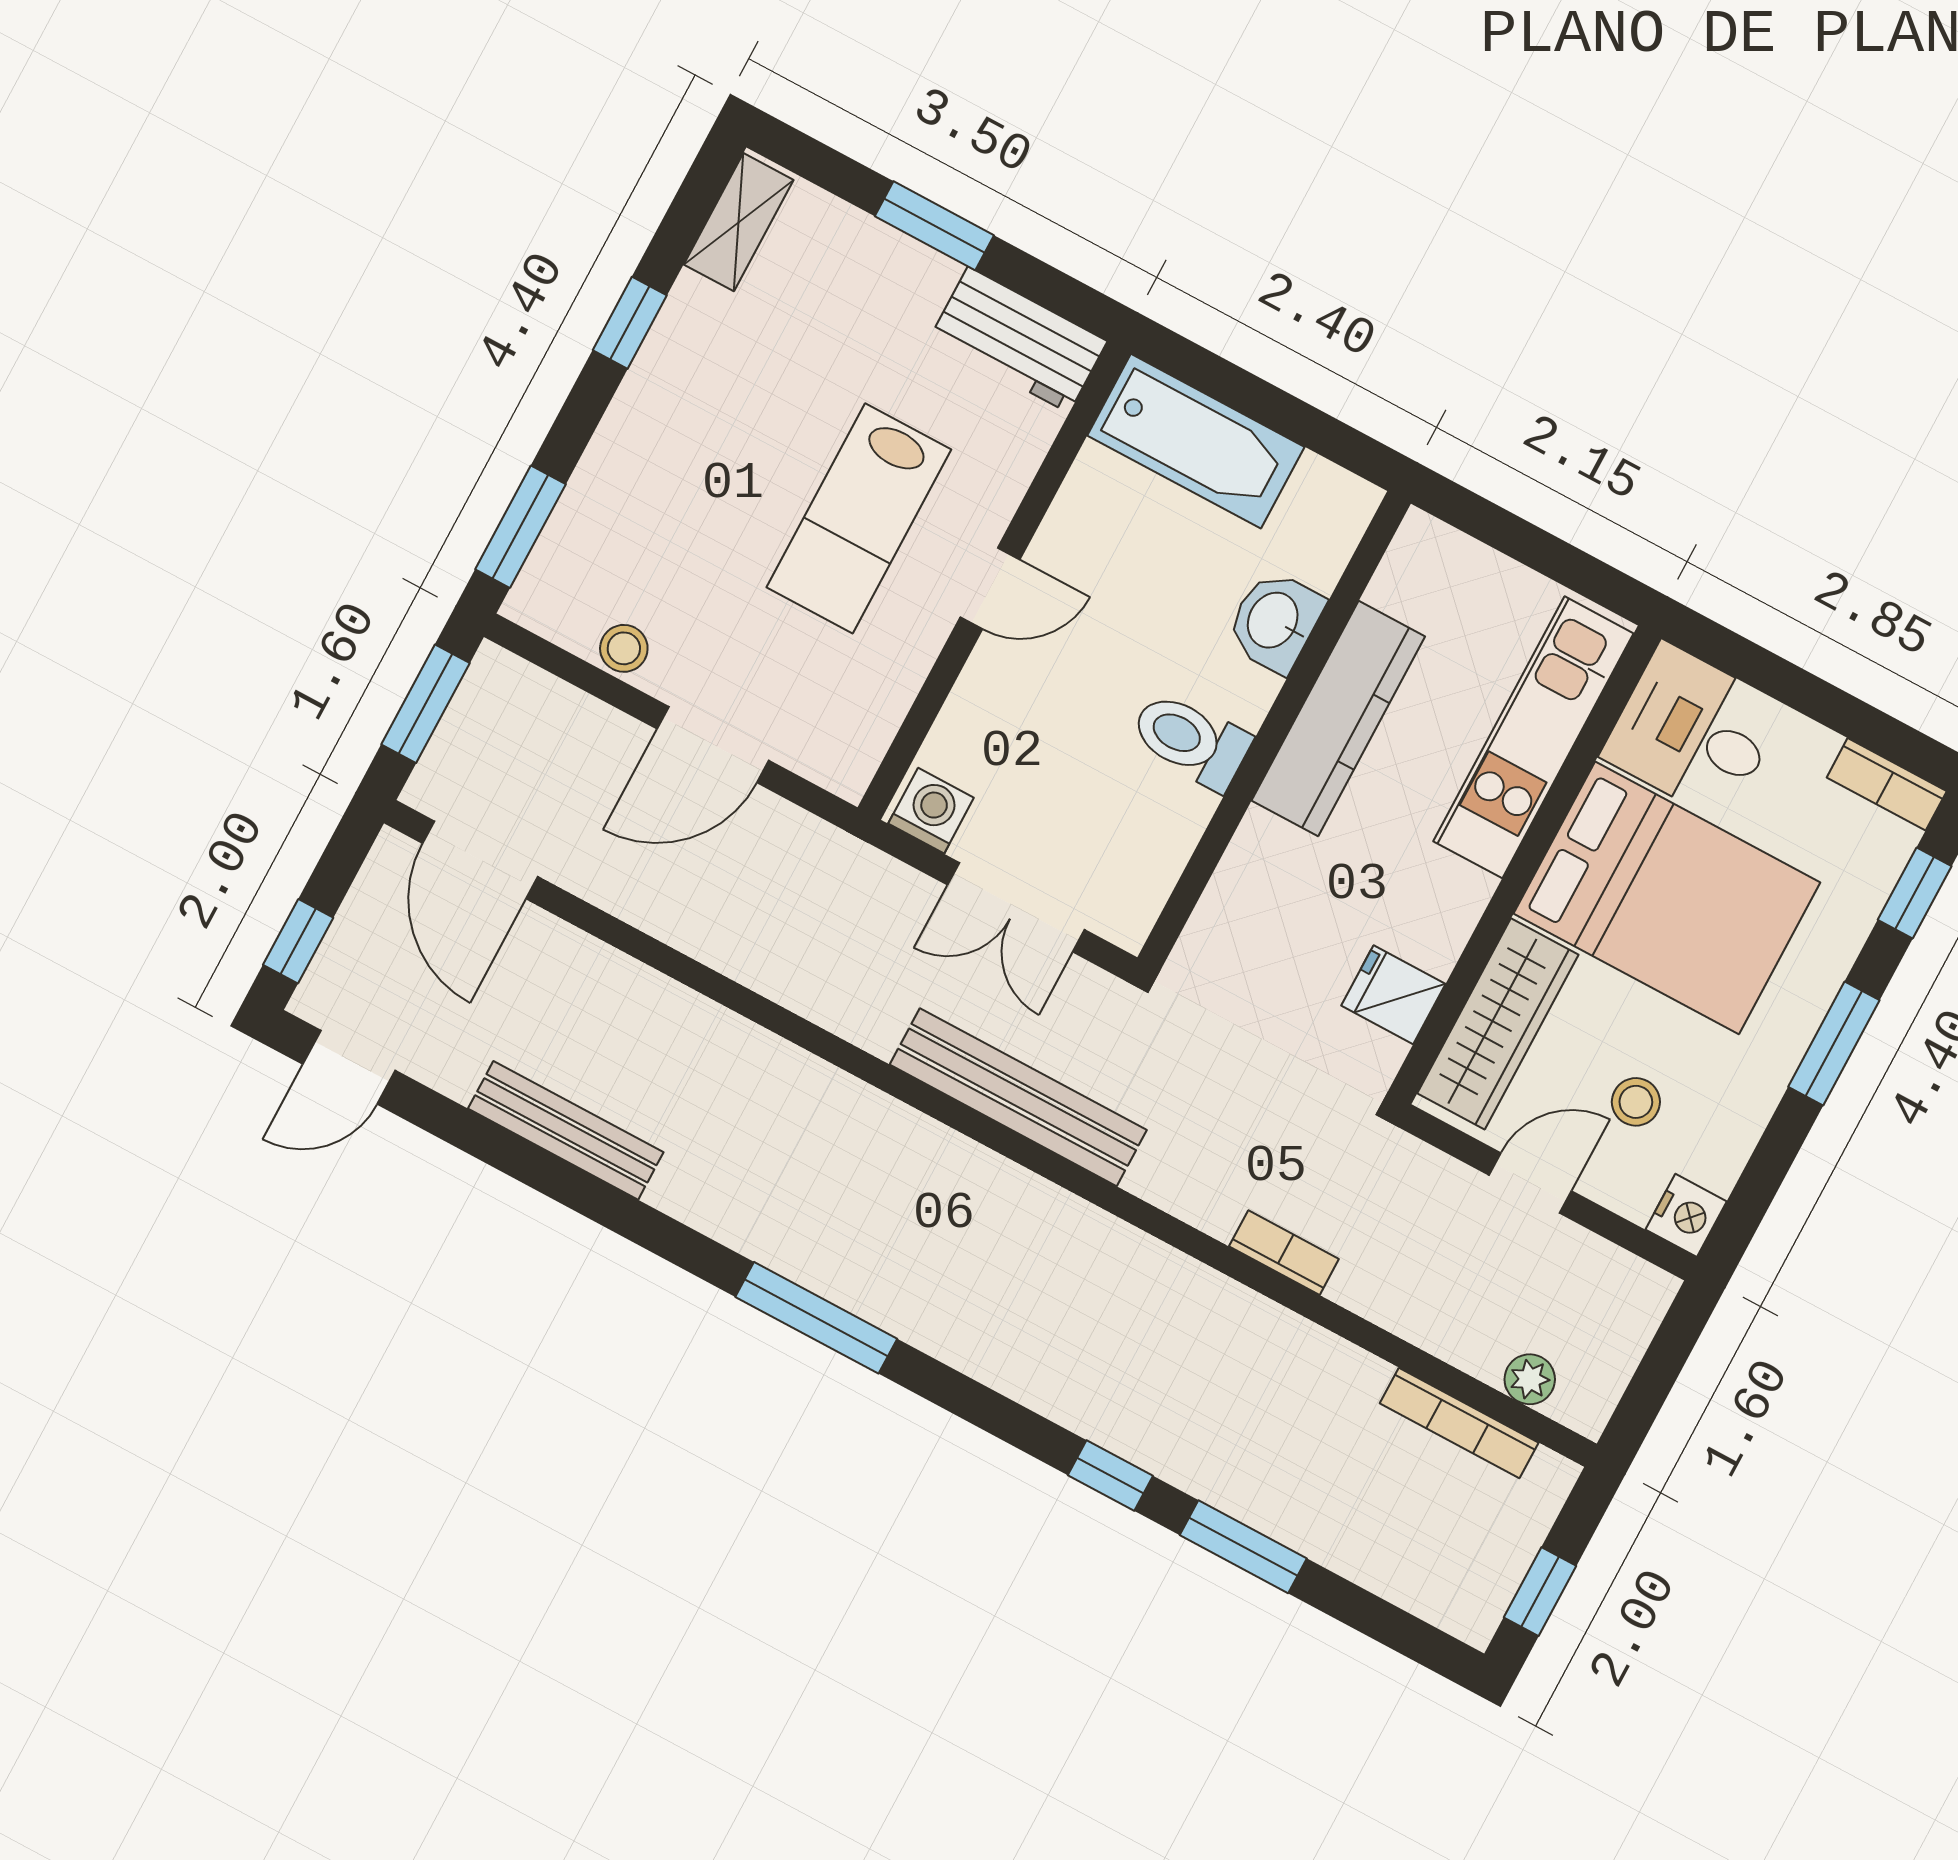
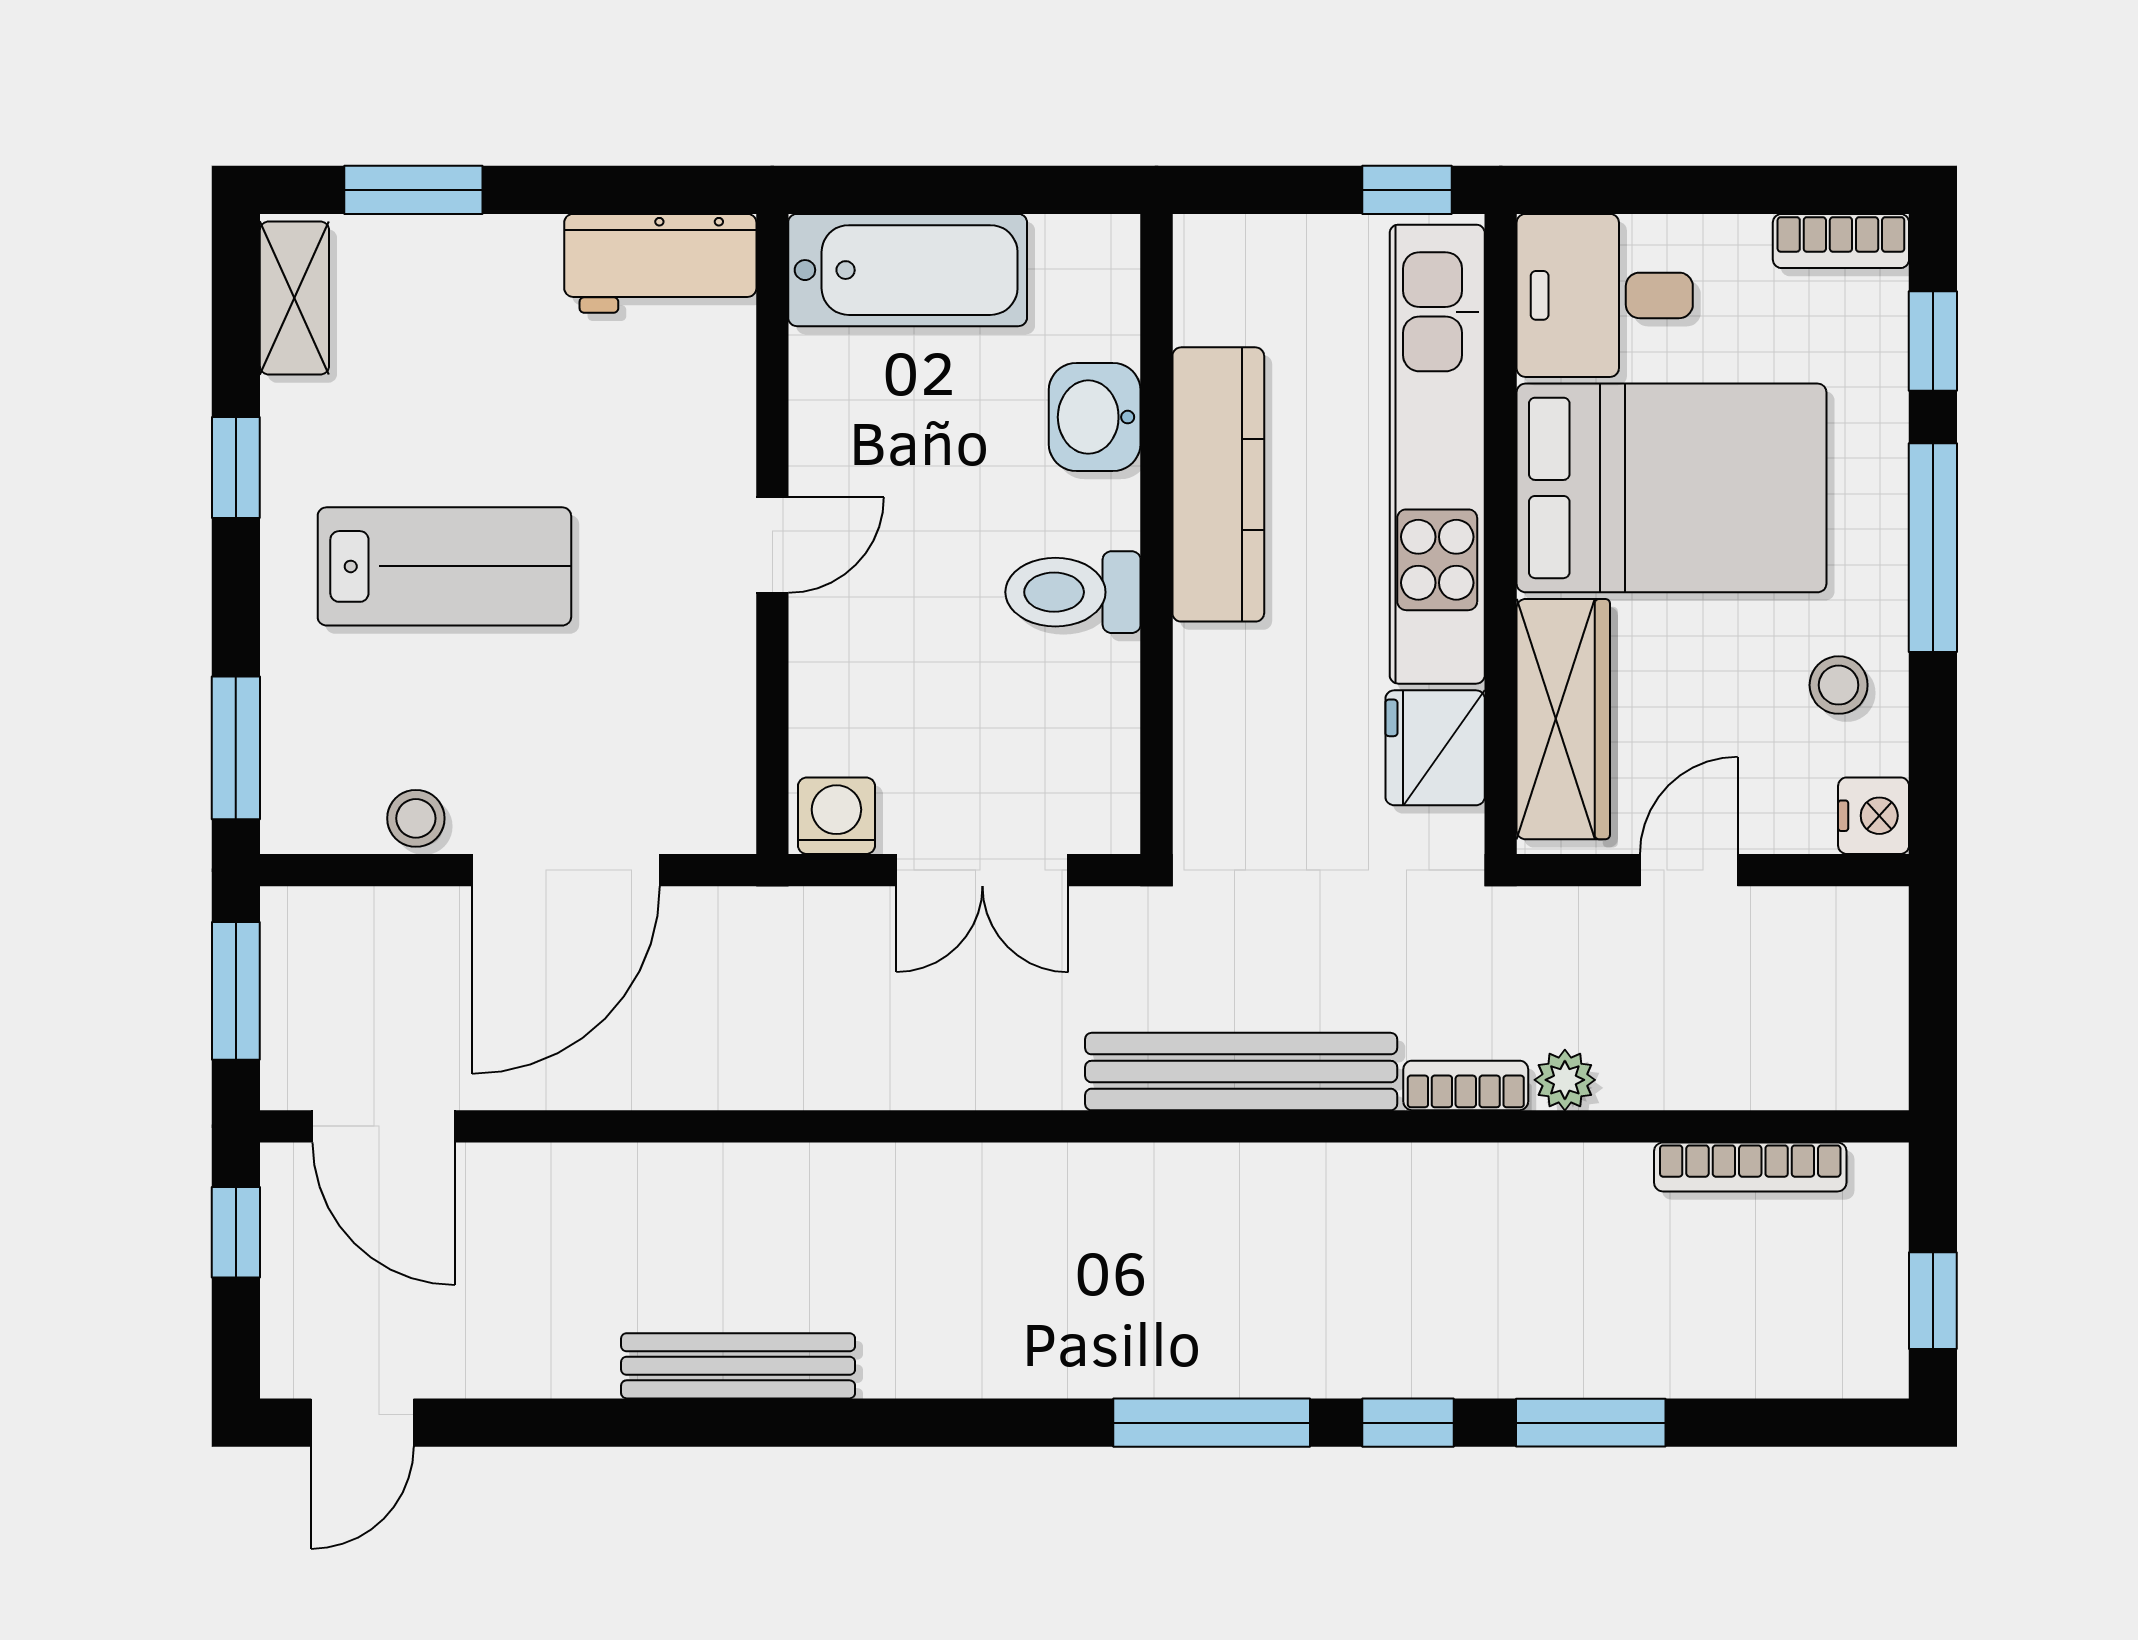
window: (934, 226) -> (413, 190), moved
lab bench: (859, 518) -> (444, 566), moved, turned -90
window: (1591, 578) -> (1407, 190), added
kitchen unit: (1533, 737) -> (1437, 454), width x1.36
door: (713, 745) -> (566, 870), width x1.36
window: (298, 941) -> (236, 1232), moved
fridge: (1393, 995) -> (1435, 748), width x1.38
window: (1834, 1043) -> (1933, 548), width x1.44
bench: (1018, 1097) -> (1241, 1072), moved
stool: (1636, 1102) -> (1839, 685), moved
bench: (566, 1130) -> (738, 1366), moved
window: (816, 1318) -> (1212, 1423), moved
plant: (1530, 1379) -> (1565, 1080), moved

